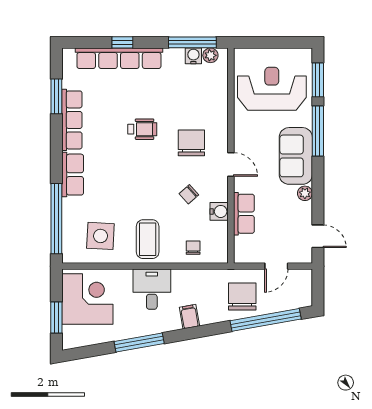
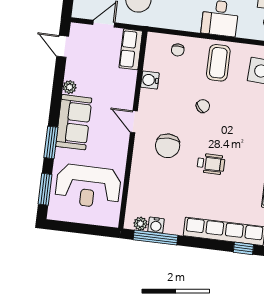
window: (122, 42) -> (243, 248), moved
wheelchair: (142, 129) -> (211, 164), turned 180
window: (318, 131) -> (51, 142), width x0.69
chair: (189, 194) -> (203, 106), moved
row of seats: (244, 214) -> (131, 49), moved

